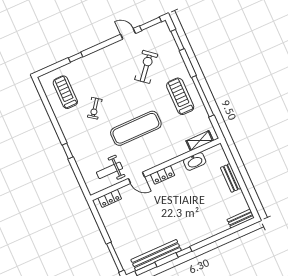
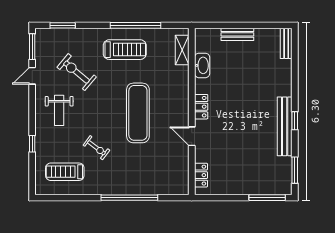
treadmill: (180, 96) -> (125, 50), turned 180
window: (68, 151) -> (129, 198), width x3.17
weight bench: (110, 170) -> (59, 110), moved
door: (136, 178) -> (192, 136), swing flipped
bench: (156, 255) -> (285, 126), moved

